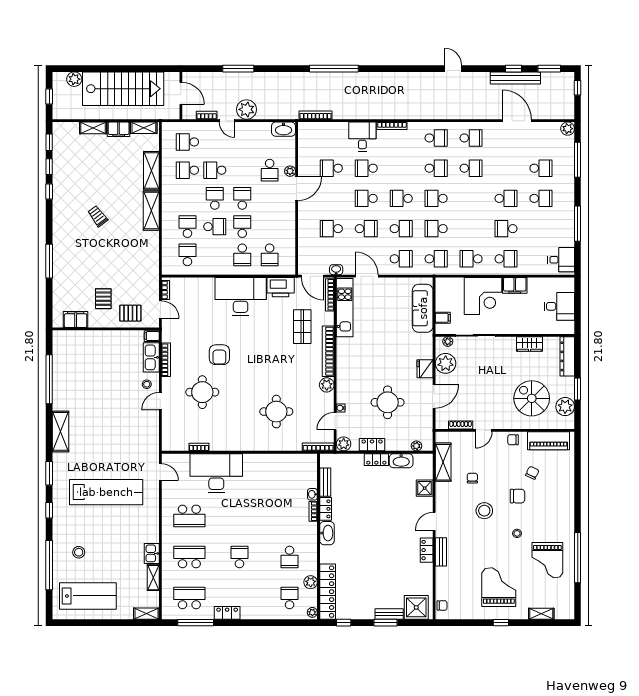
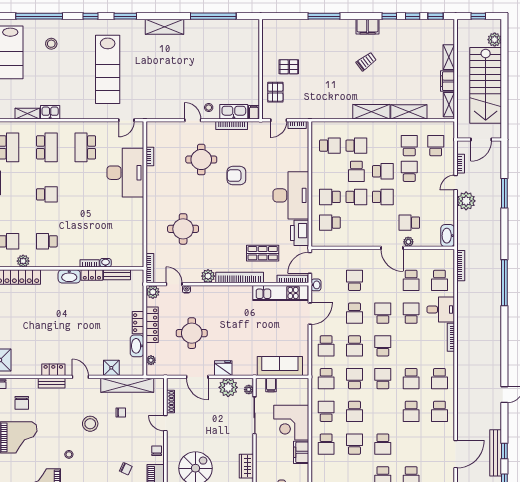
school desk: (331, 138) -> (439, 280), added
school desk: (331, 168) -> (411, 280), turned 180
school desk: (471, 229) -> (354, 411), added
filing cabinet: (76, 320) -> (368, 27), moved, turned 90
locker: (372, 445) -> (152, 325), width x1.53
shelving: (443, 462) -> (127, 385), width x1.47
chair: (518, 496) -> (22, 403), moved

